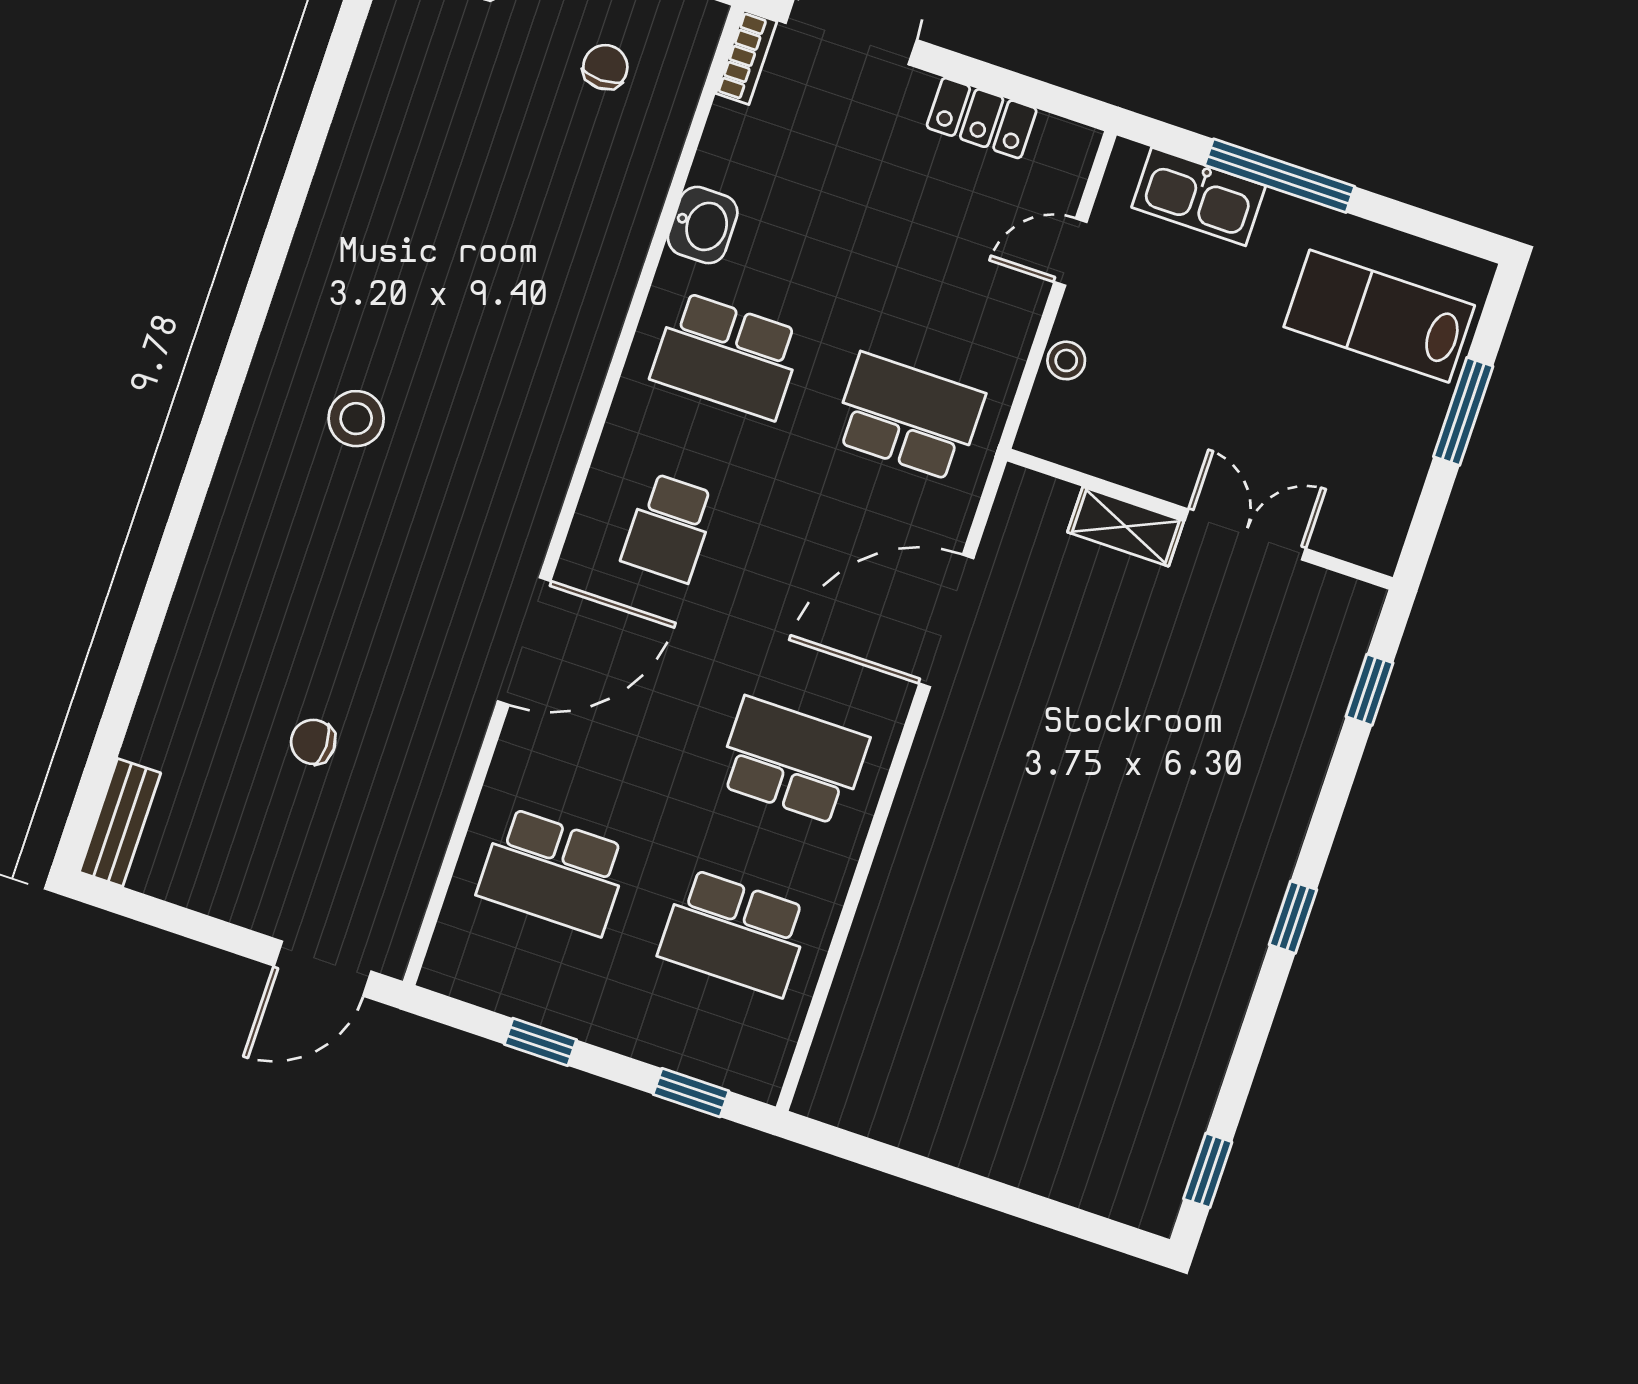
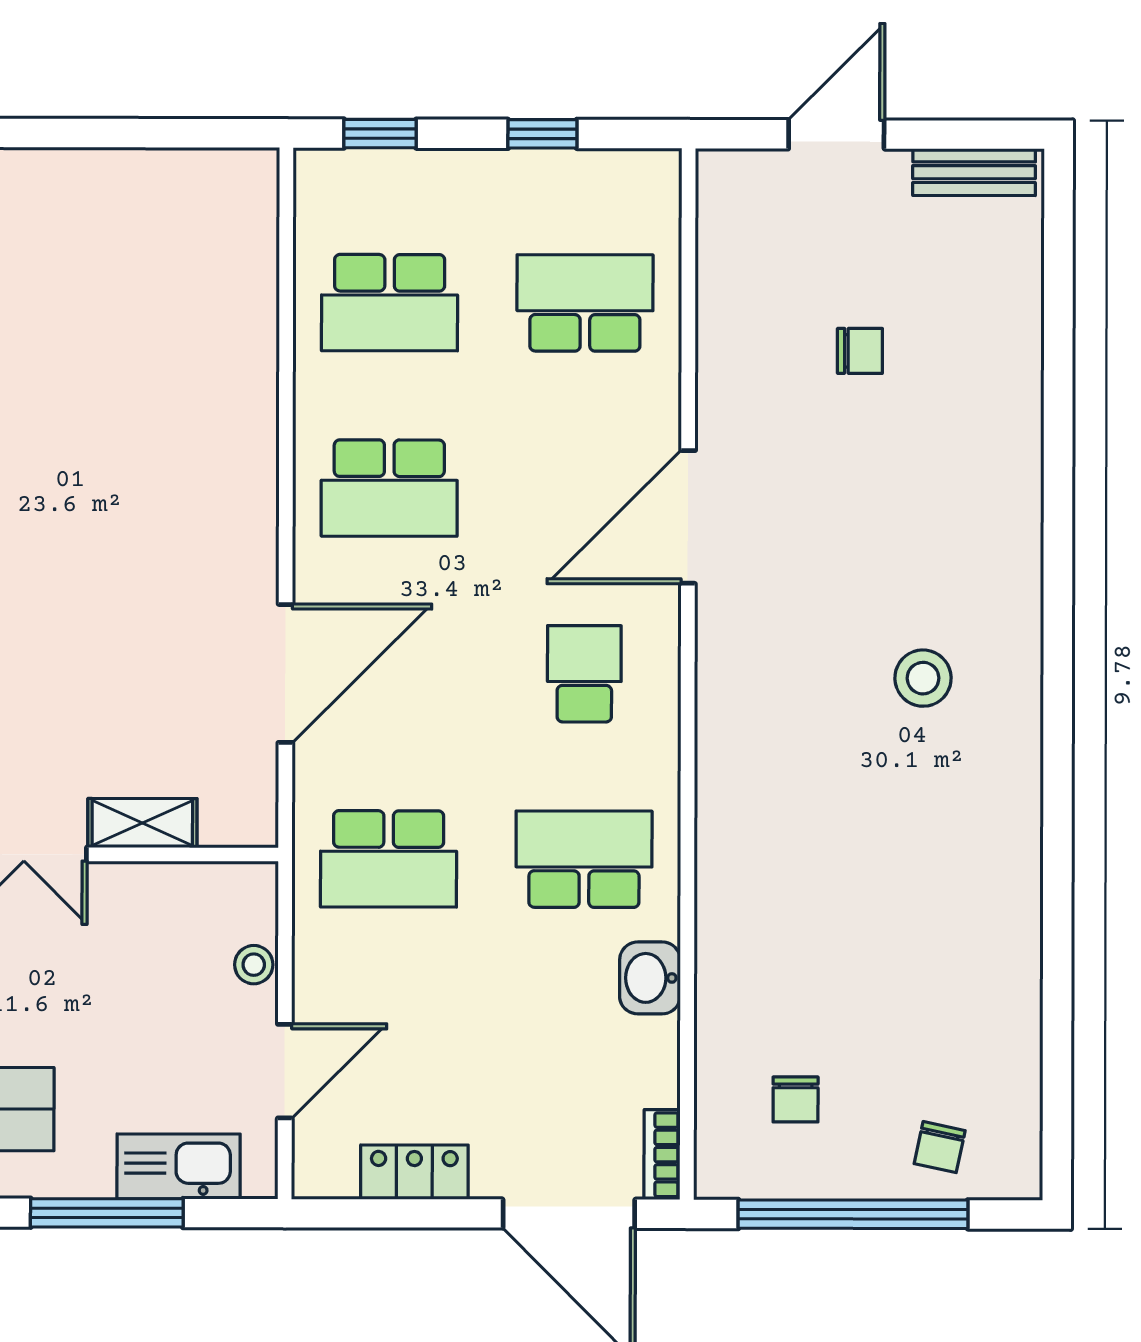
door: (1071, 252) -> (285, 1071), width x1.38
bench: (120, 822) -> (974, 172), moved, turned 90
school desk: (735, 933) -> (390, 303), turned 180
door: (323, 969) -> (836, 134), moved

